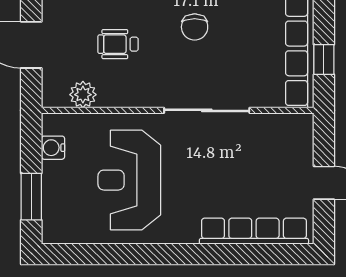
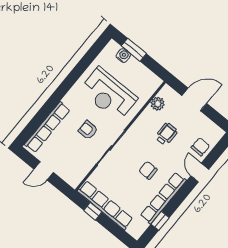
water cooler: (53, 148) -> (123, 56), moved
armchair: (208, 166) -> (88, 130), added
reception desk: (129, 180) -> (108, 94), turned 180

